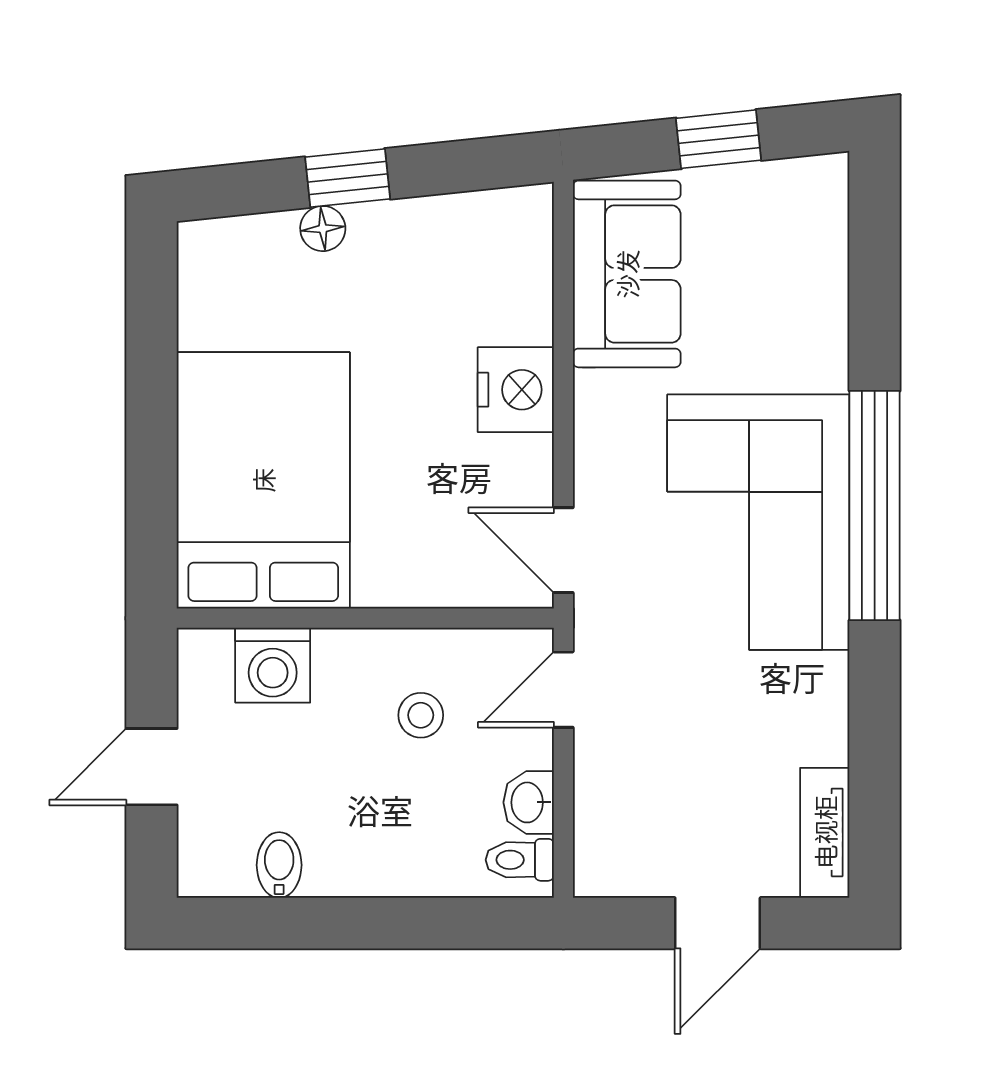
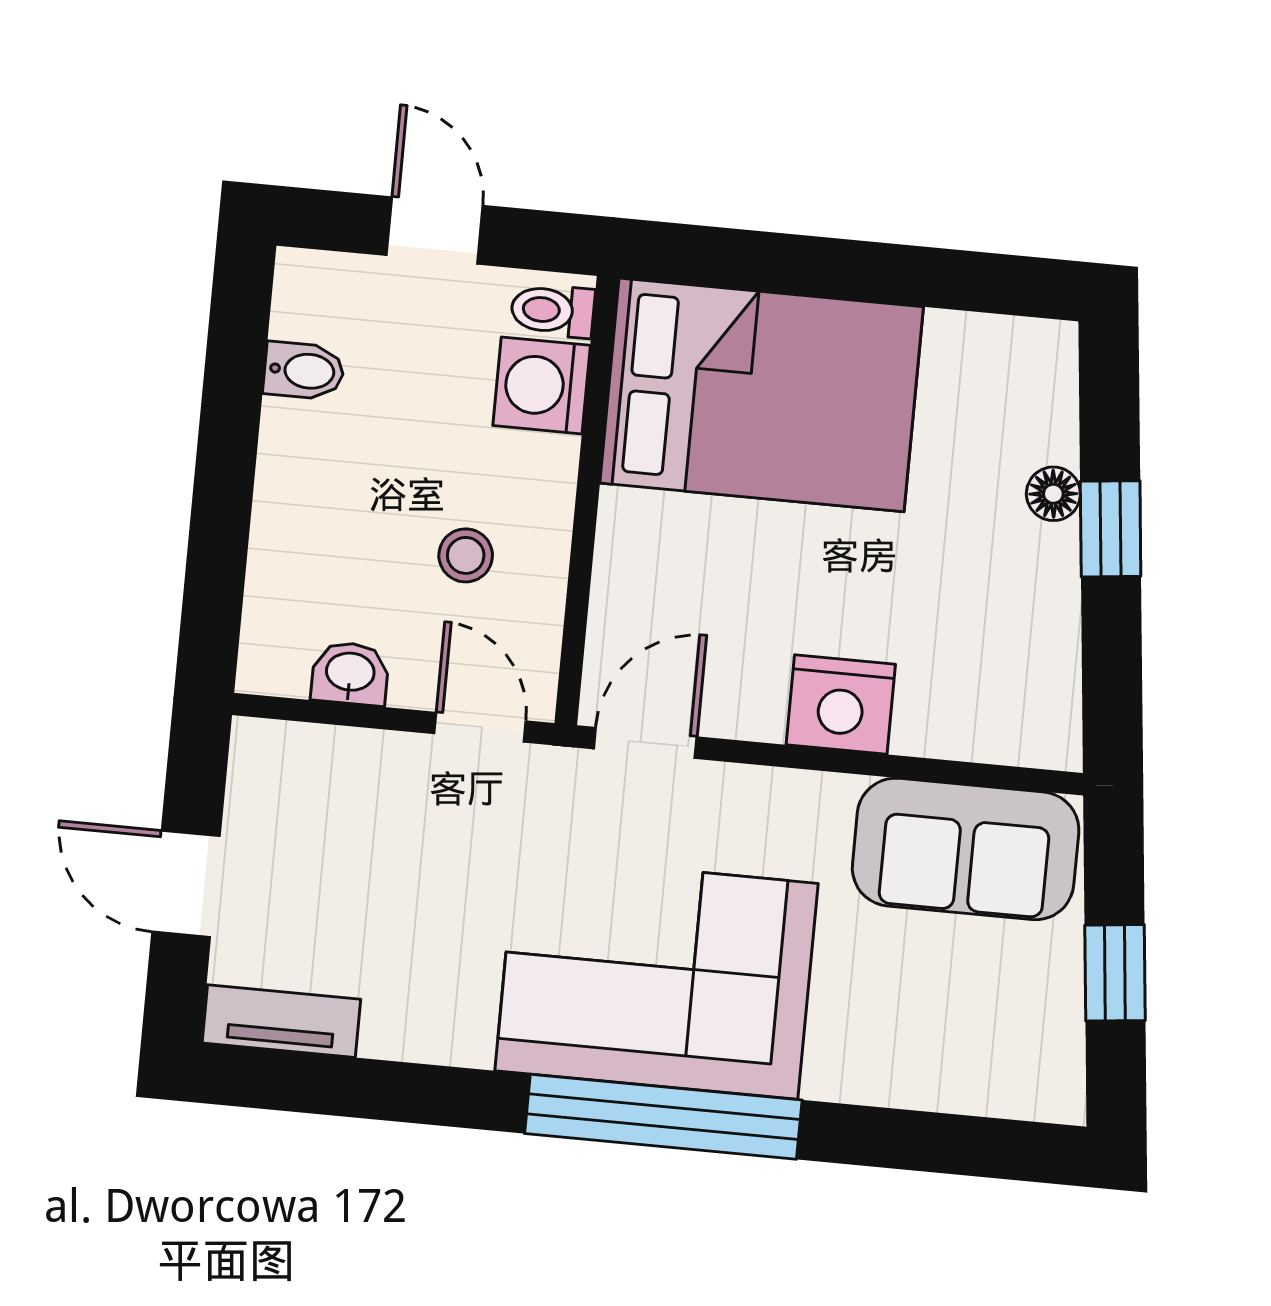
toilet: (520, 860) -> (553, 311), moved, turned -90

